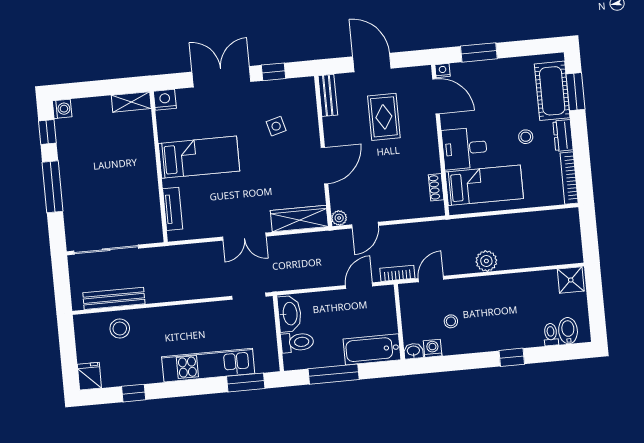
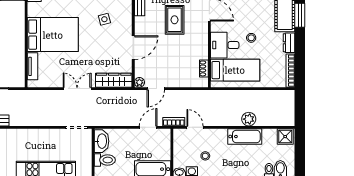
stool: (526, 137) -> (251, 38), moved
bed: (199, 157) -> (53, 35), width x1.50
double door: (244, 237) -> (77, 89), swing flipped
plant: (486, 261) -> (249, 119), moved
door: (431, 279) -> (195, 127), hinge flipped
bathtub: (509, 286) -> (245, 137), added

